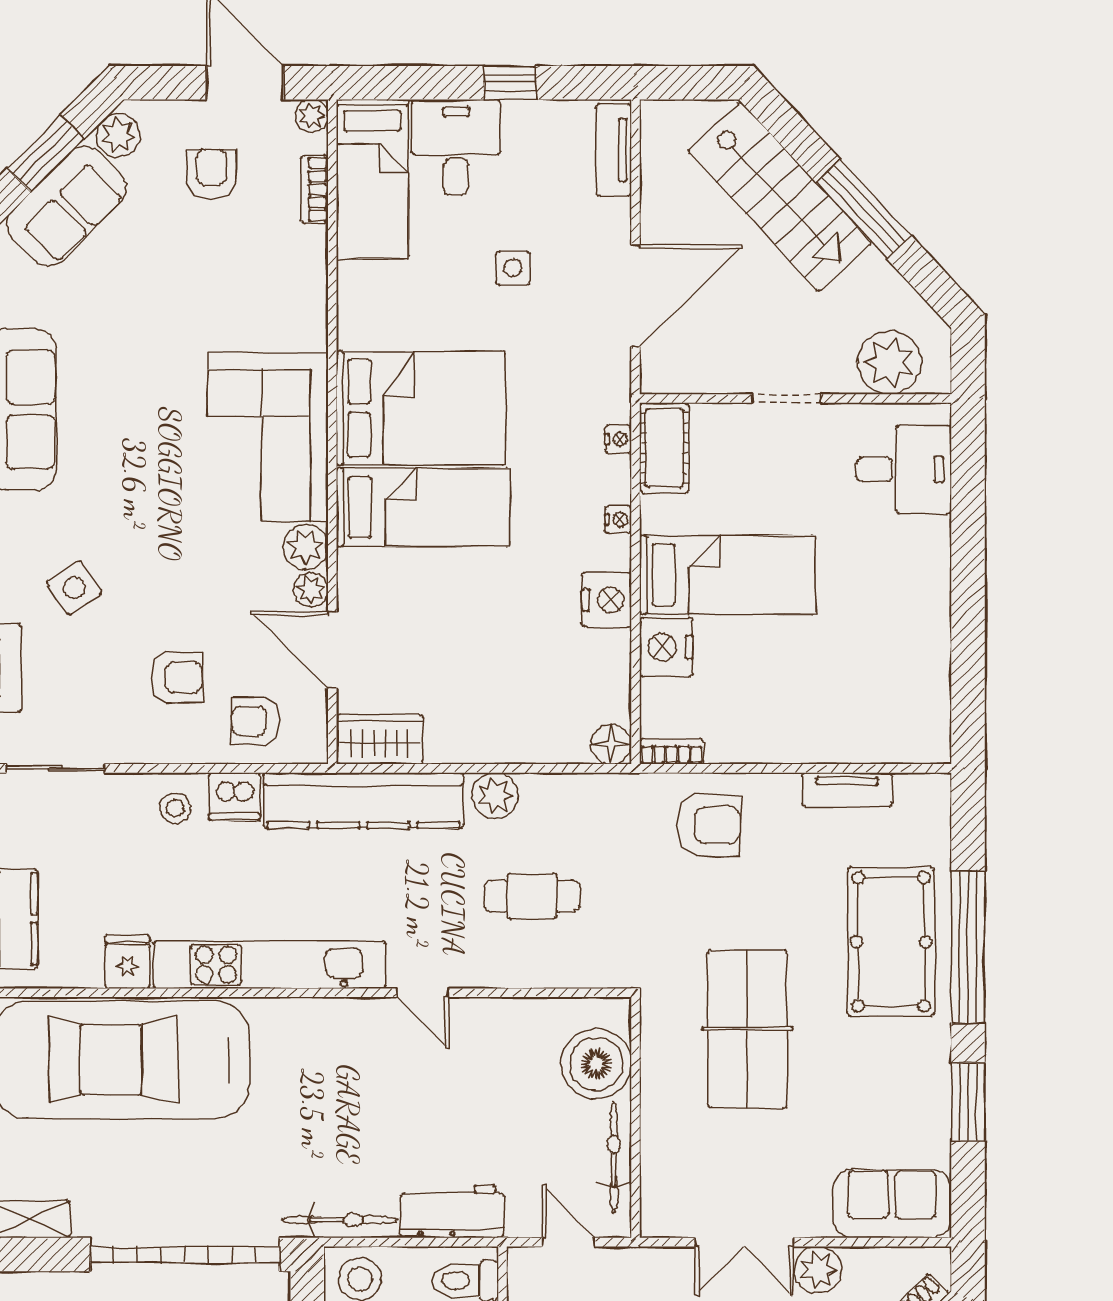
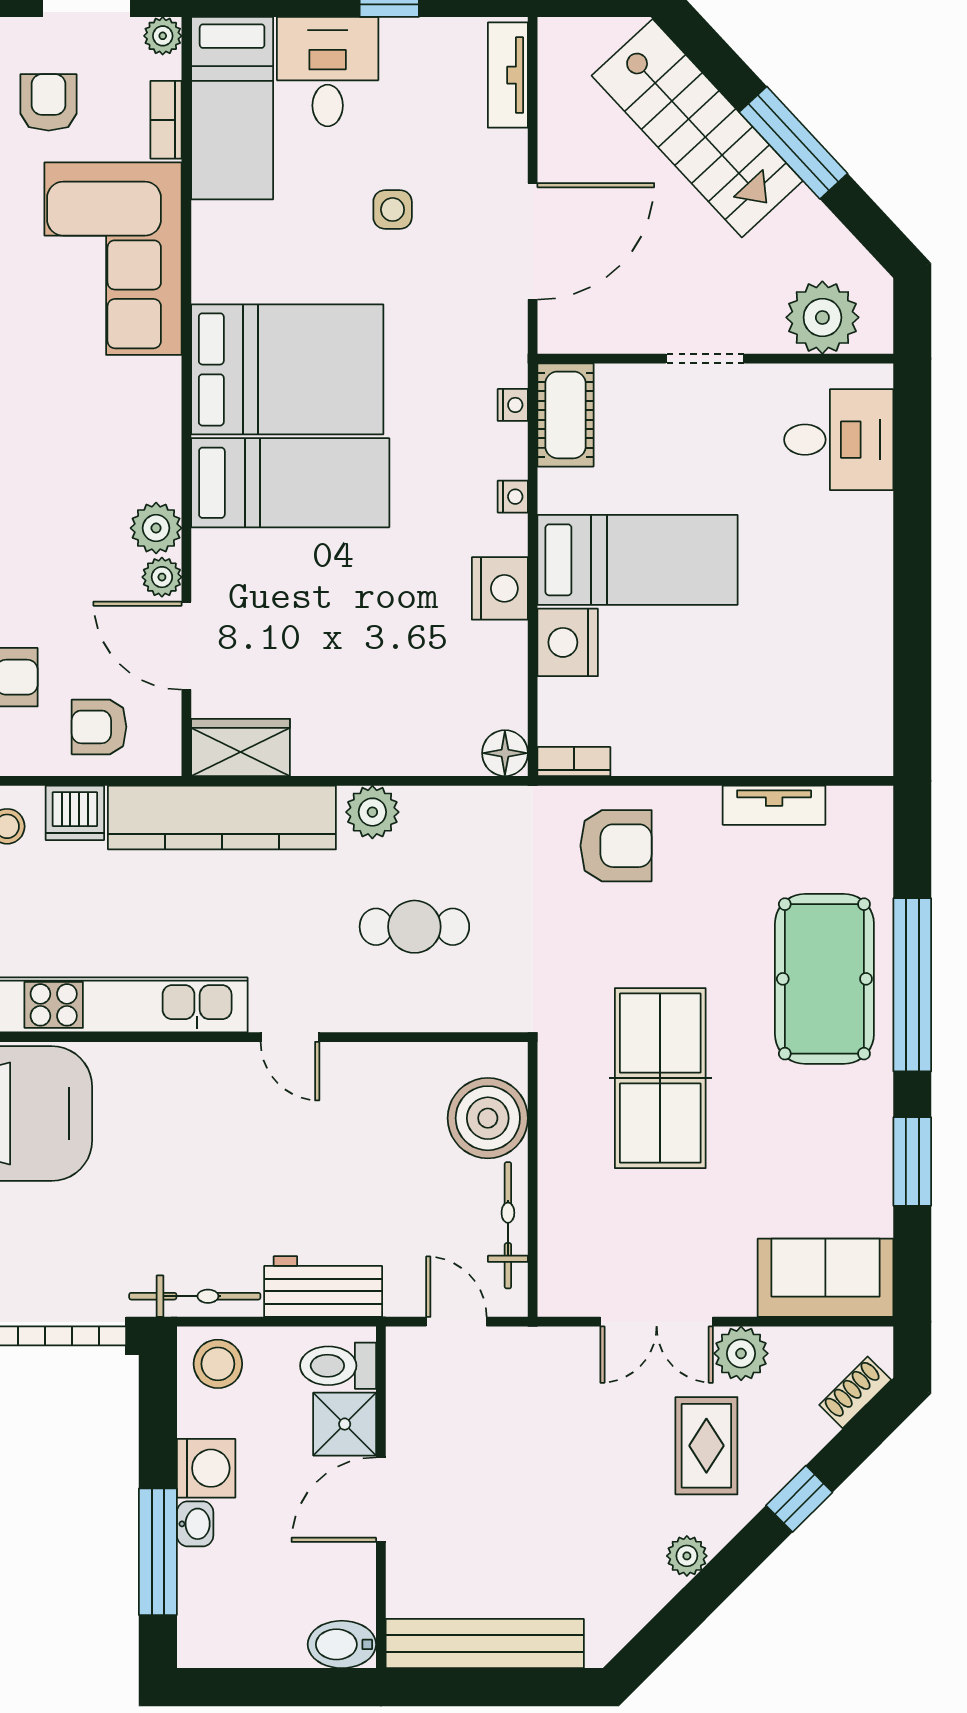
corner sofa: (268, 437) -> (113, 259), moved

